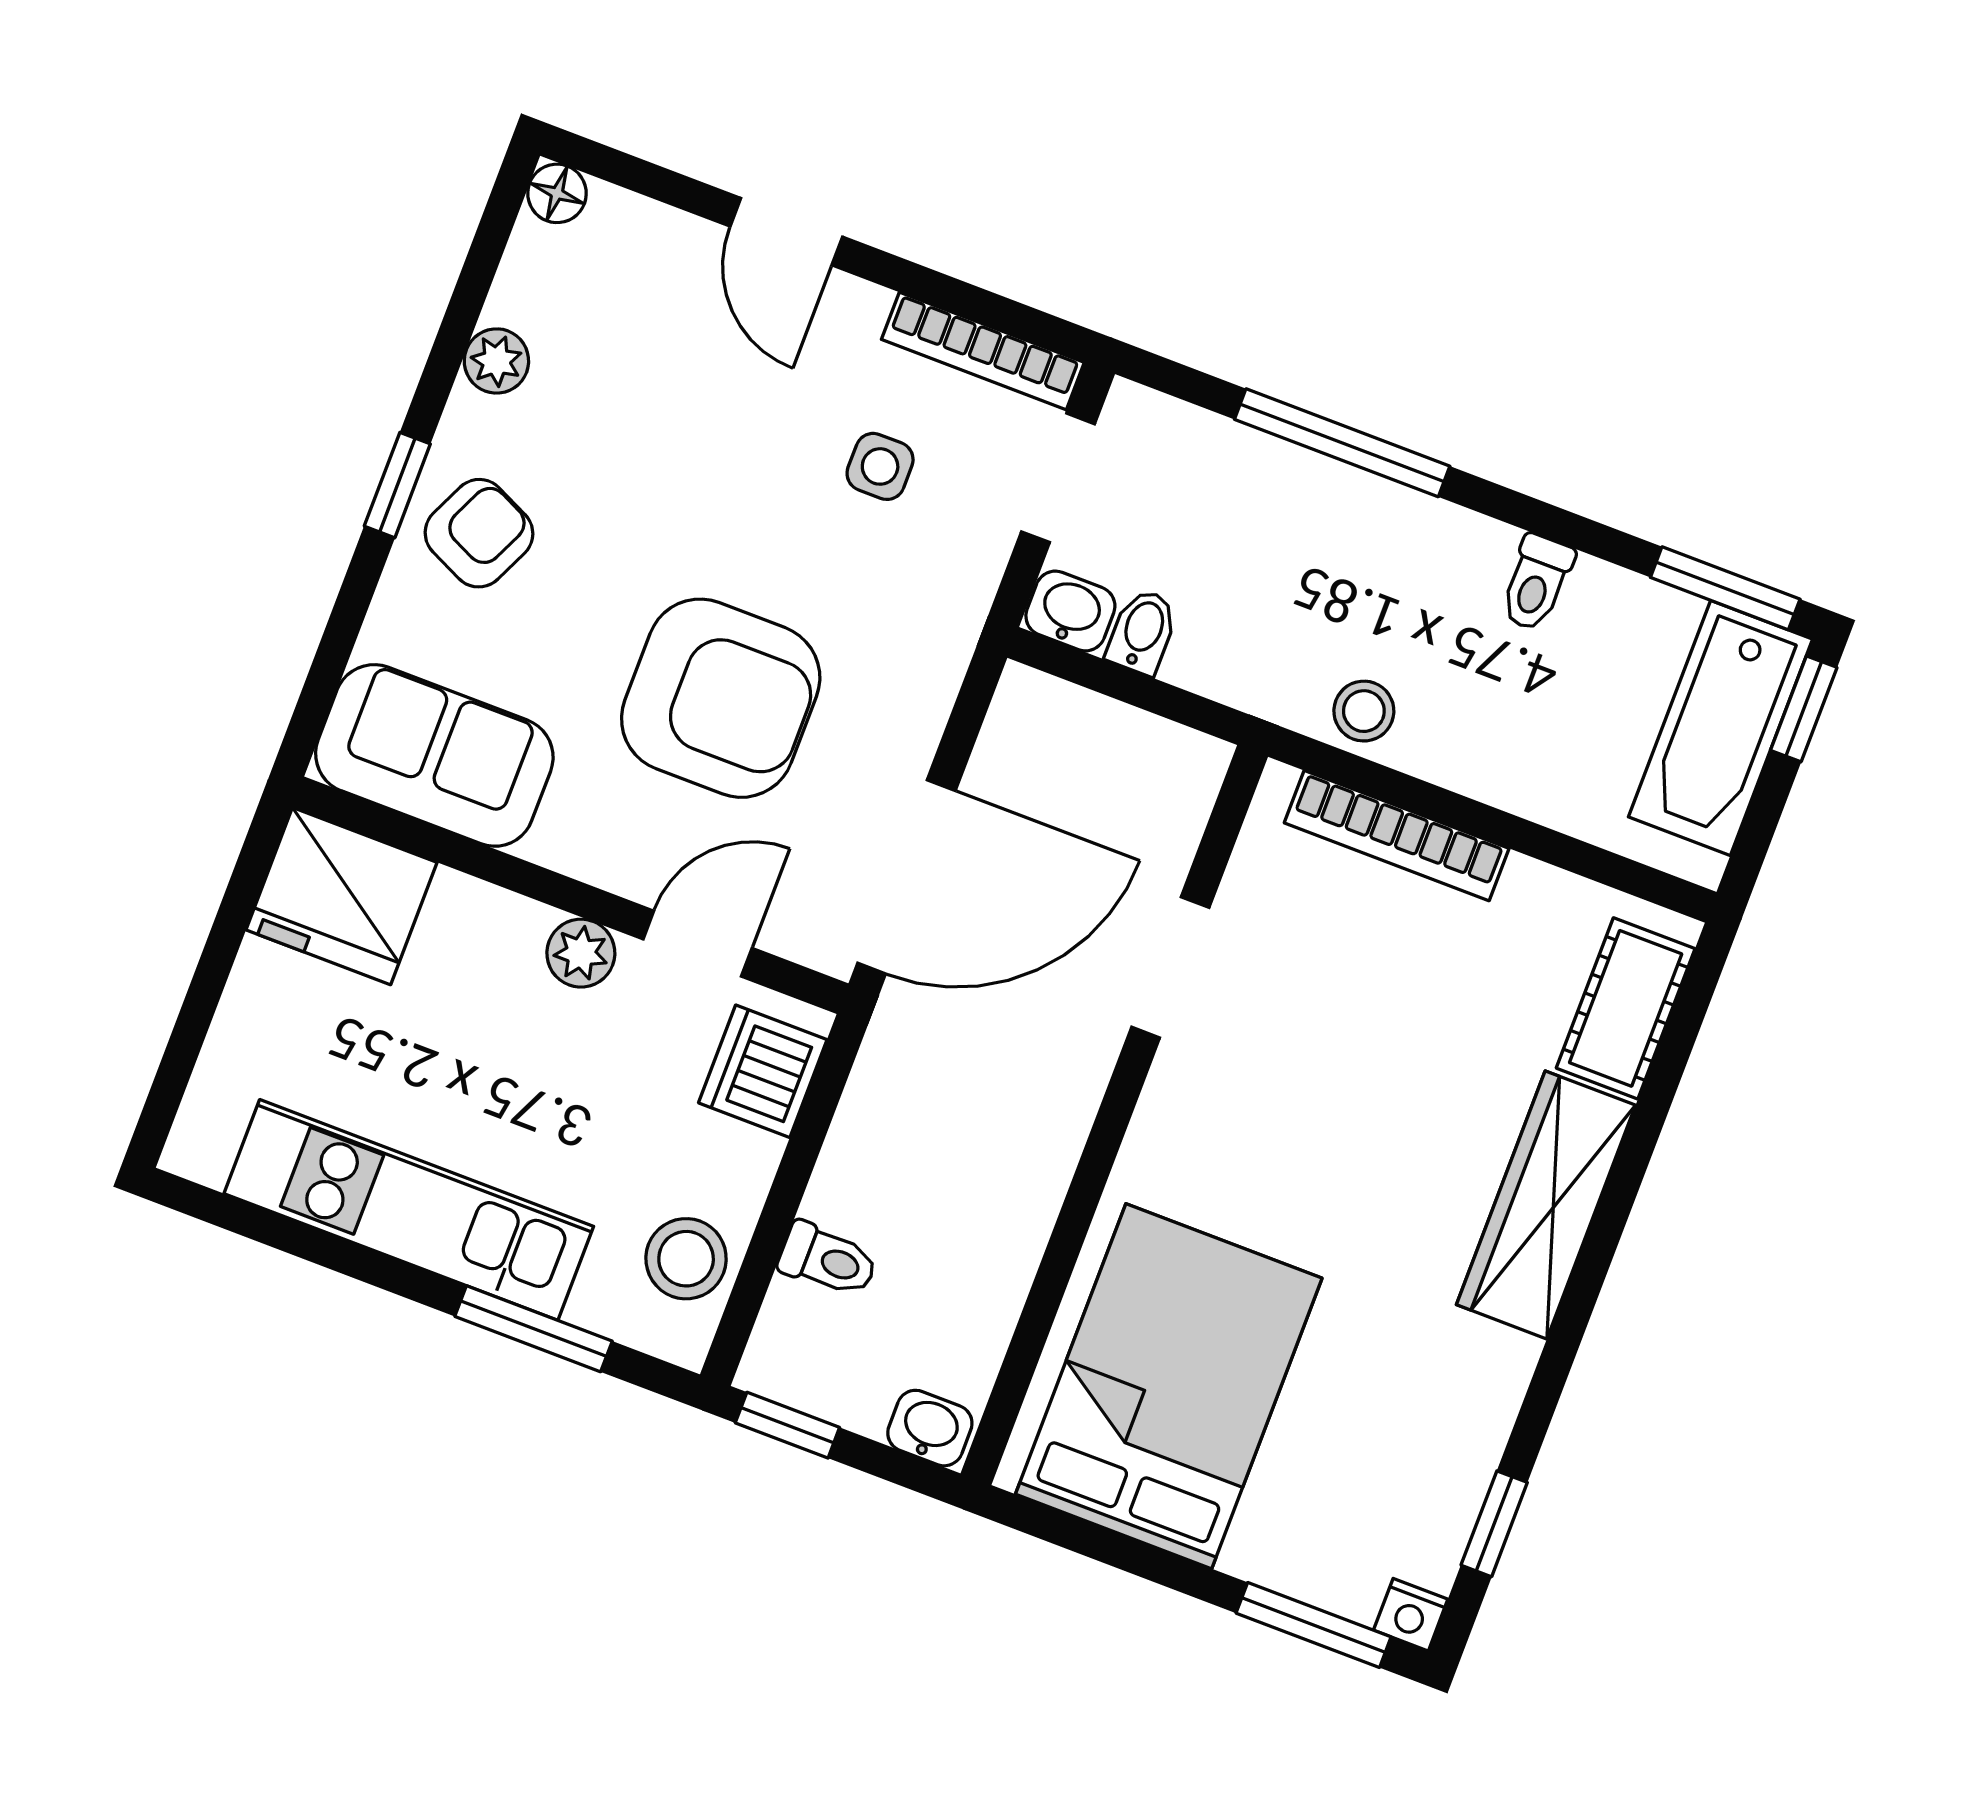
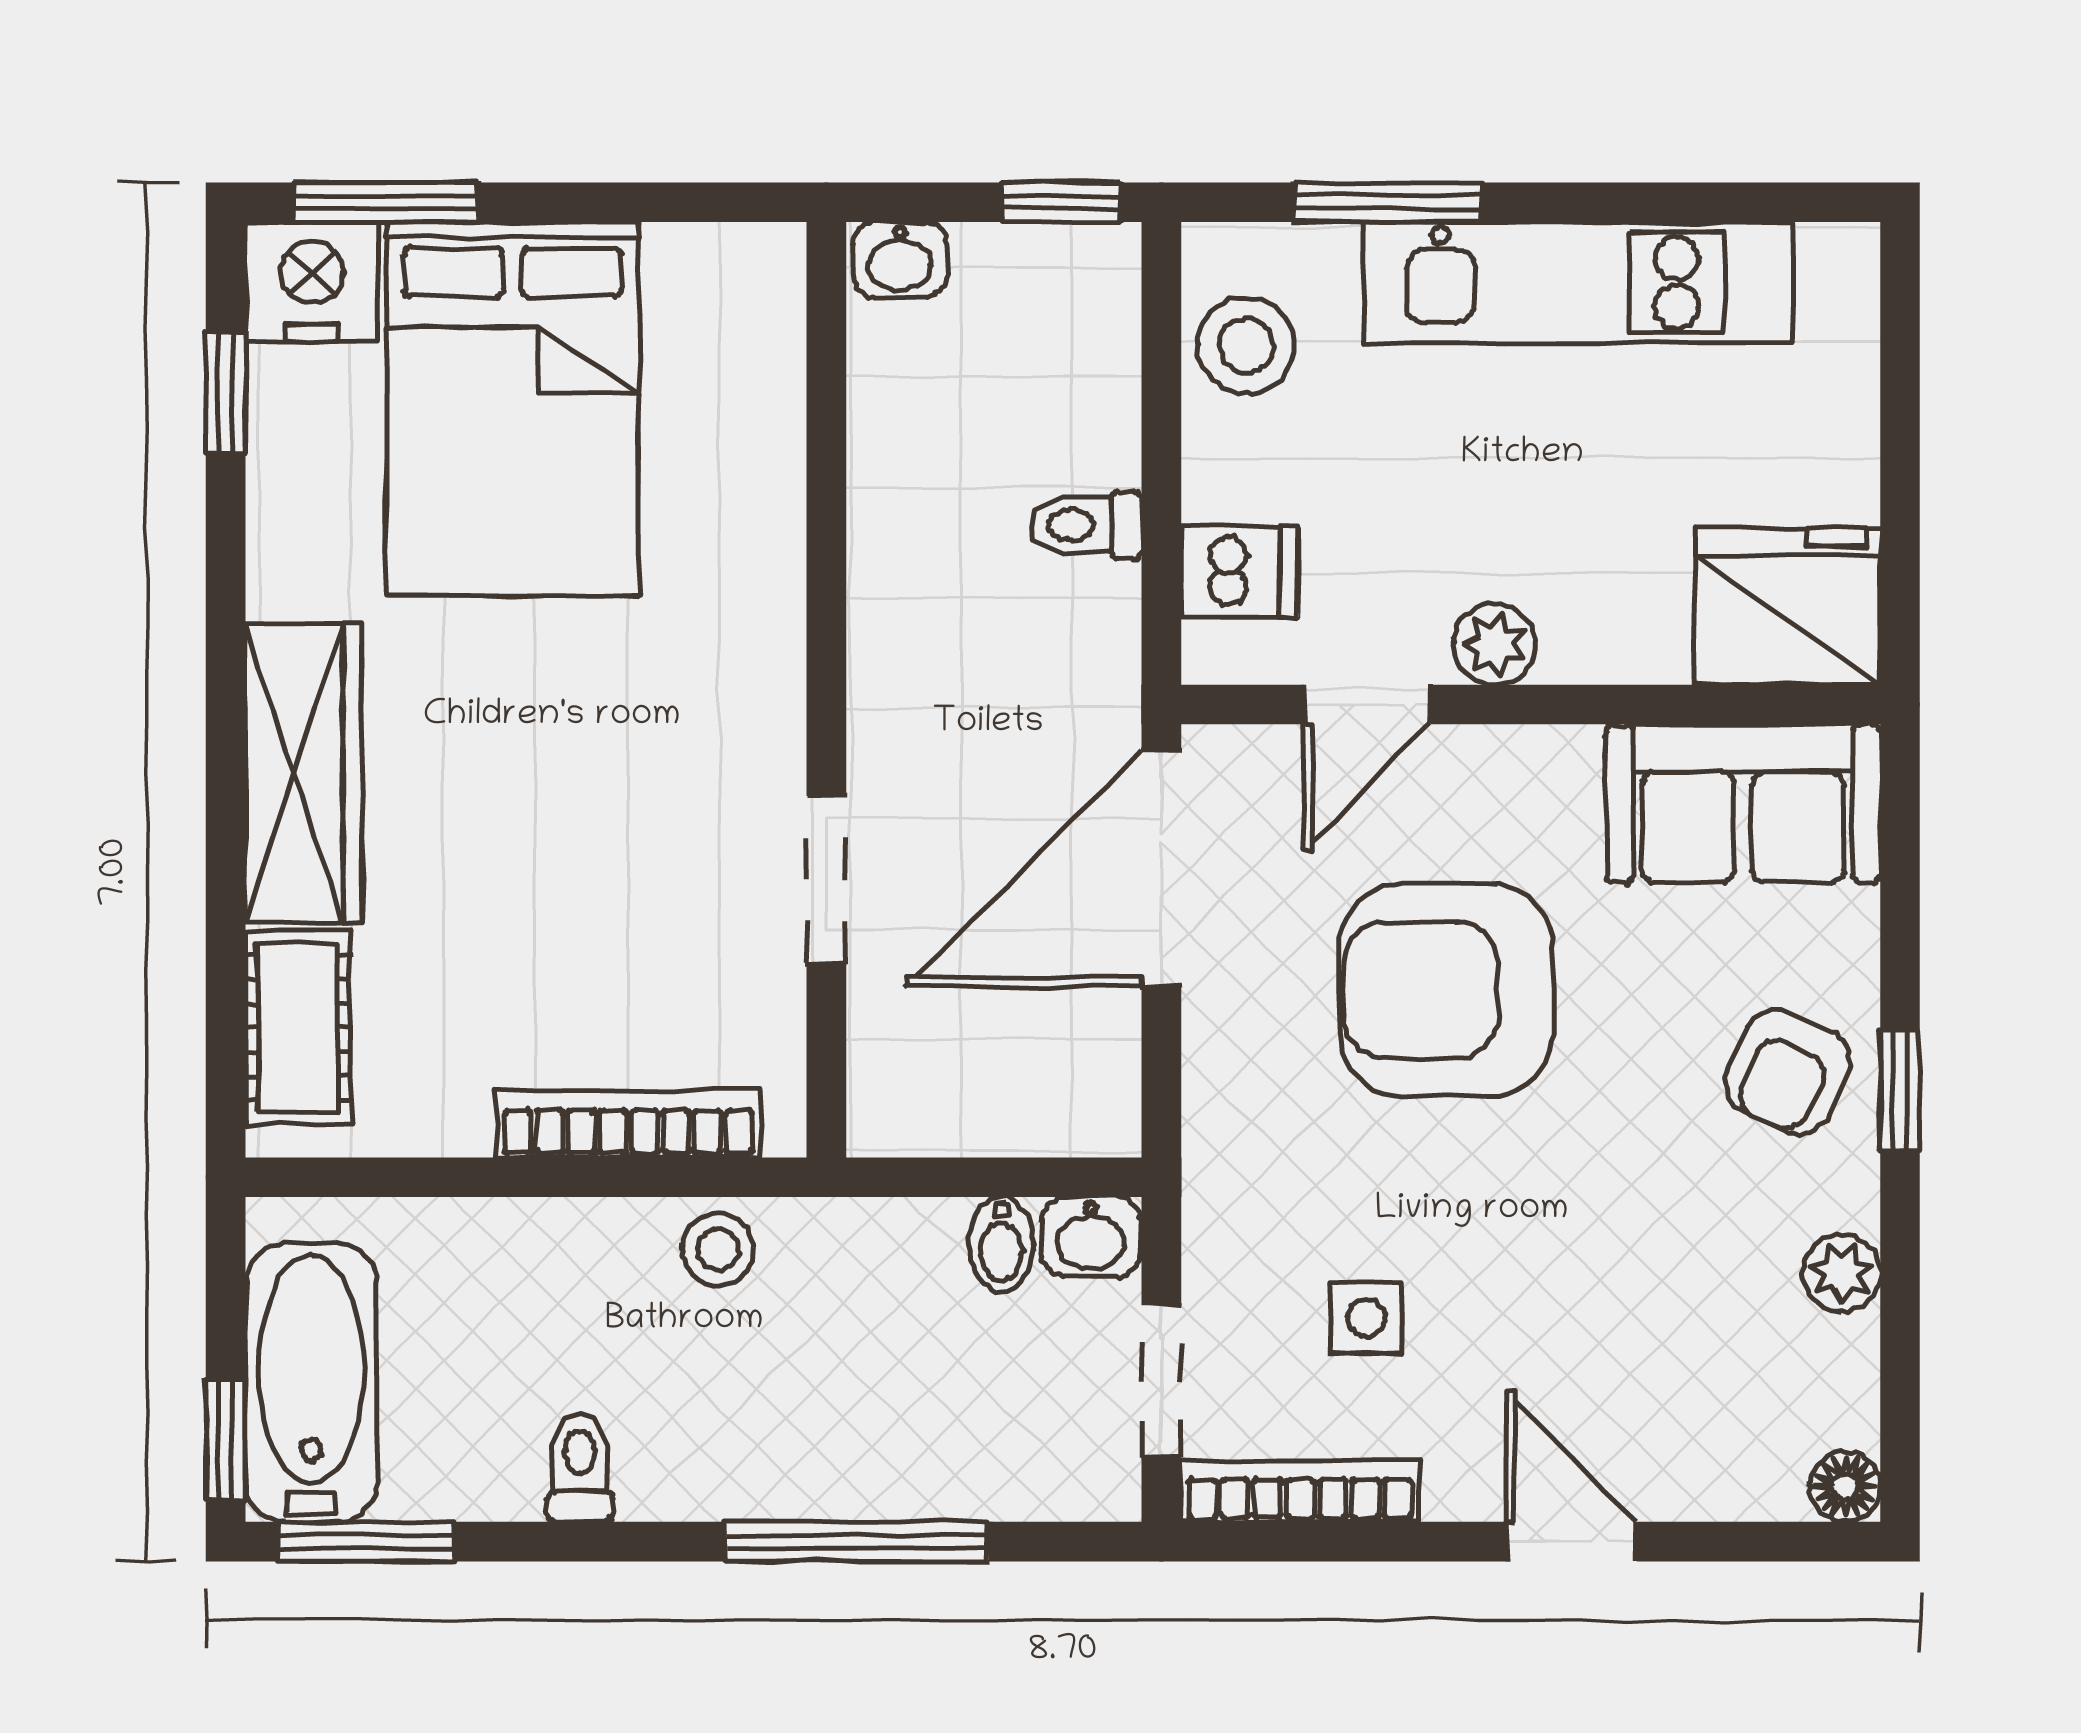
dishwasher: (763, 1071) -> (1240, 572), width x0.73
toilet: (828, 1260) -> (1086, 525), moved
bed: (1169, 1386) -> (512, 409), moved
nightstand: (1411, 1615) -> (312, 282), width x1.89, depth x1.79

